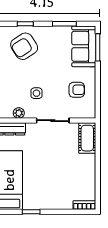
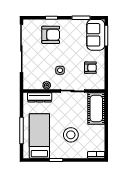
armchair: (24, 46) -> (51, 35), turned -147
cot: (87, 138) -> (96, 108), width x1.37, depth x1.34
stool: (51, 179) -> (71, 135), added

